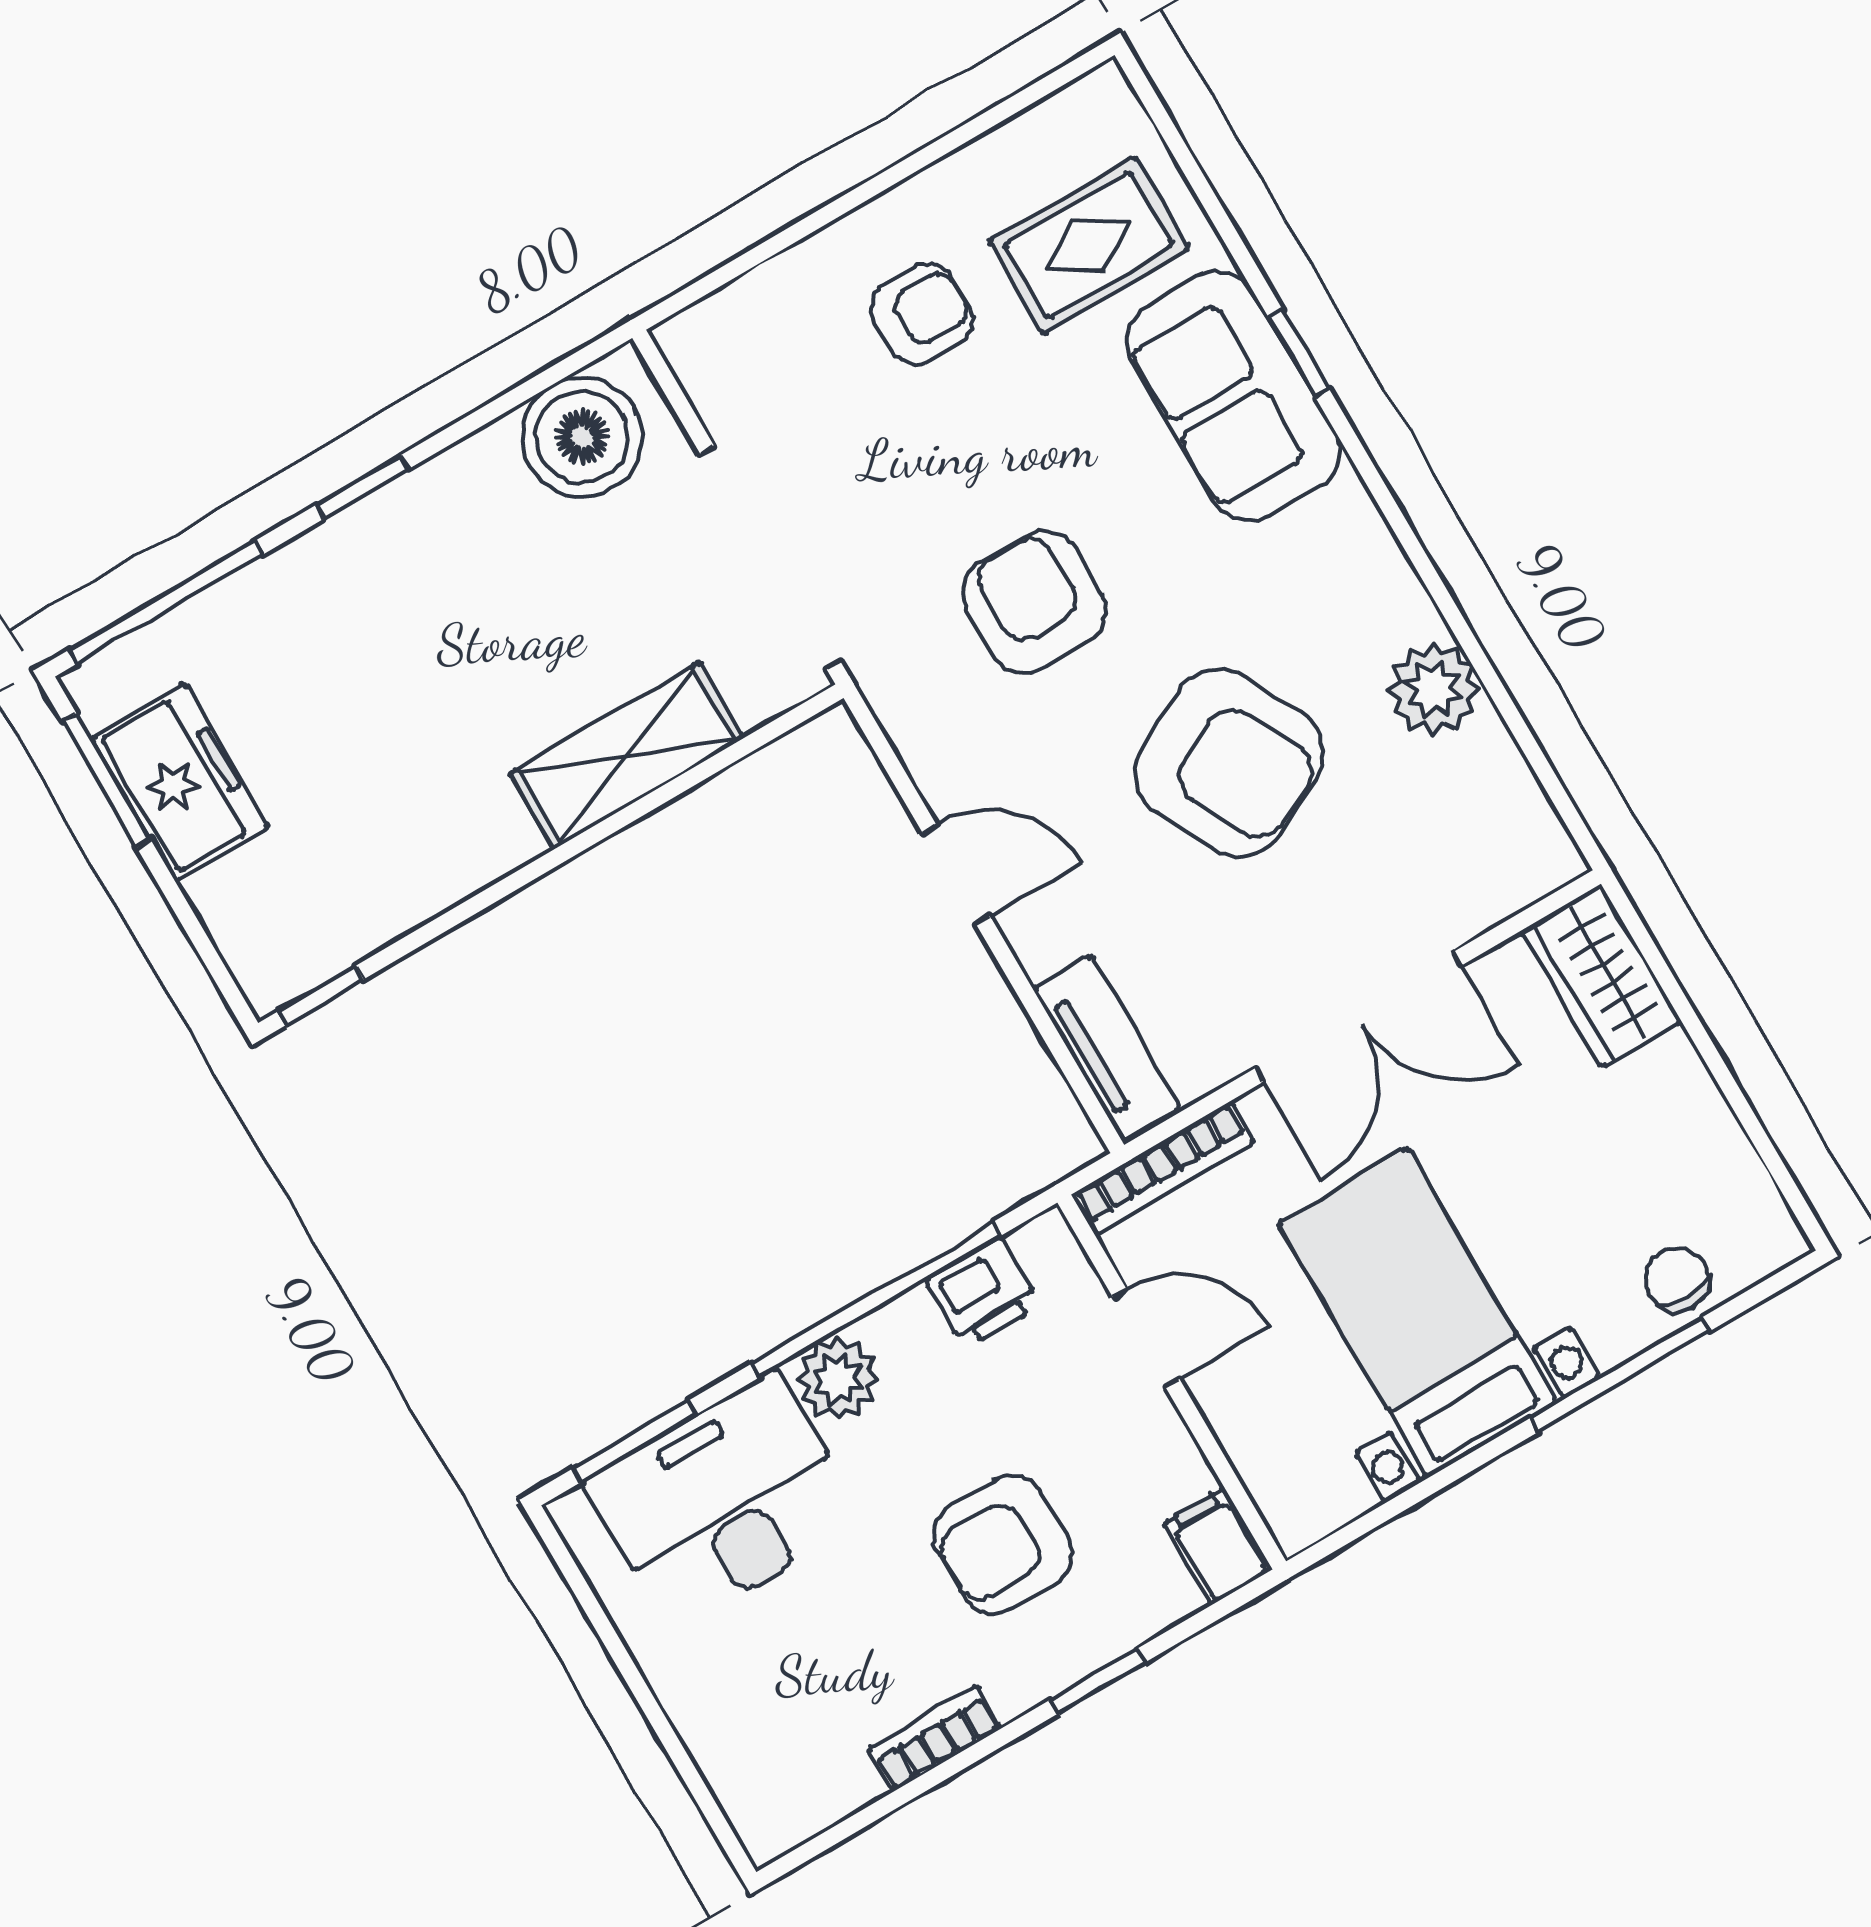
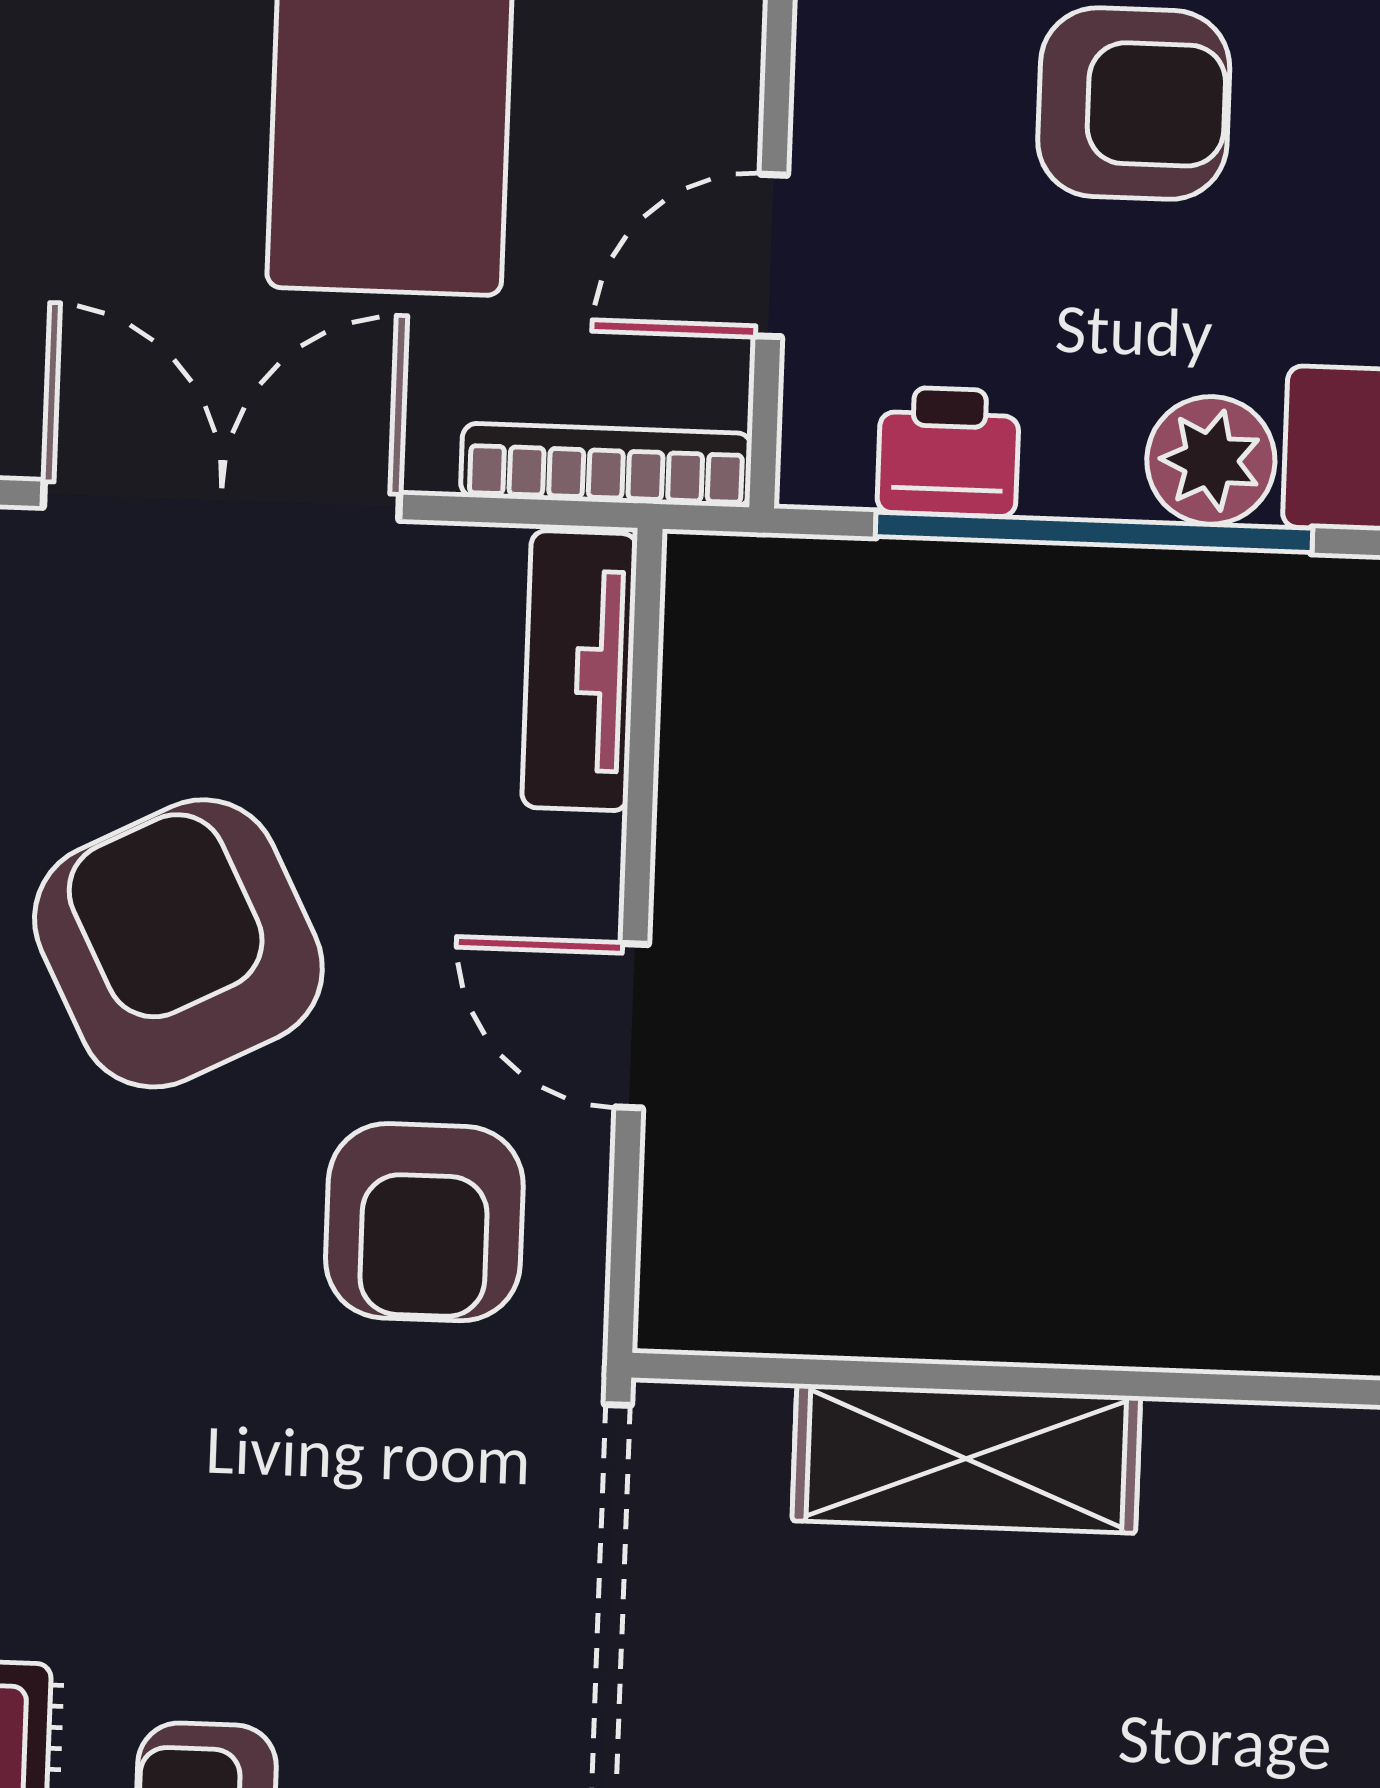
armchair: (1035, 602) -> (424, 1222), moved
door: (1146, 1338) -> (771, 256), hinge flipped

